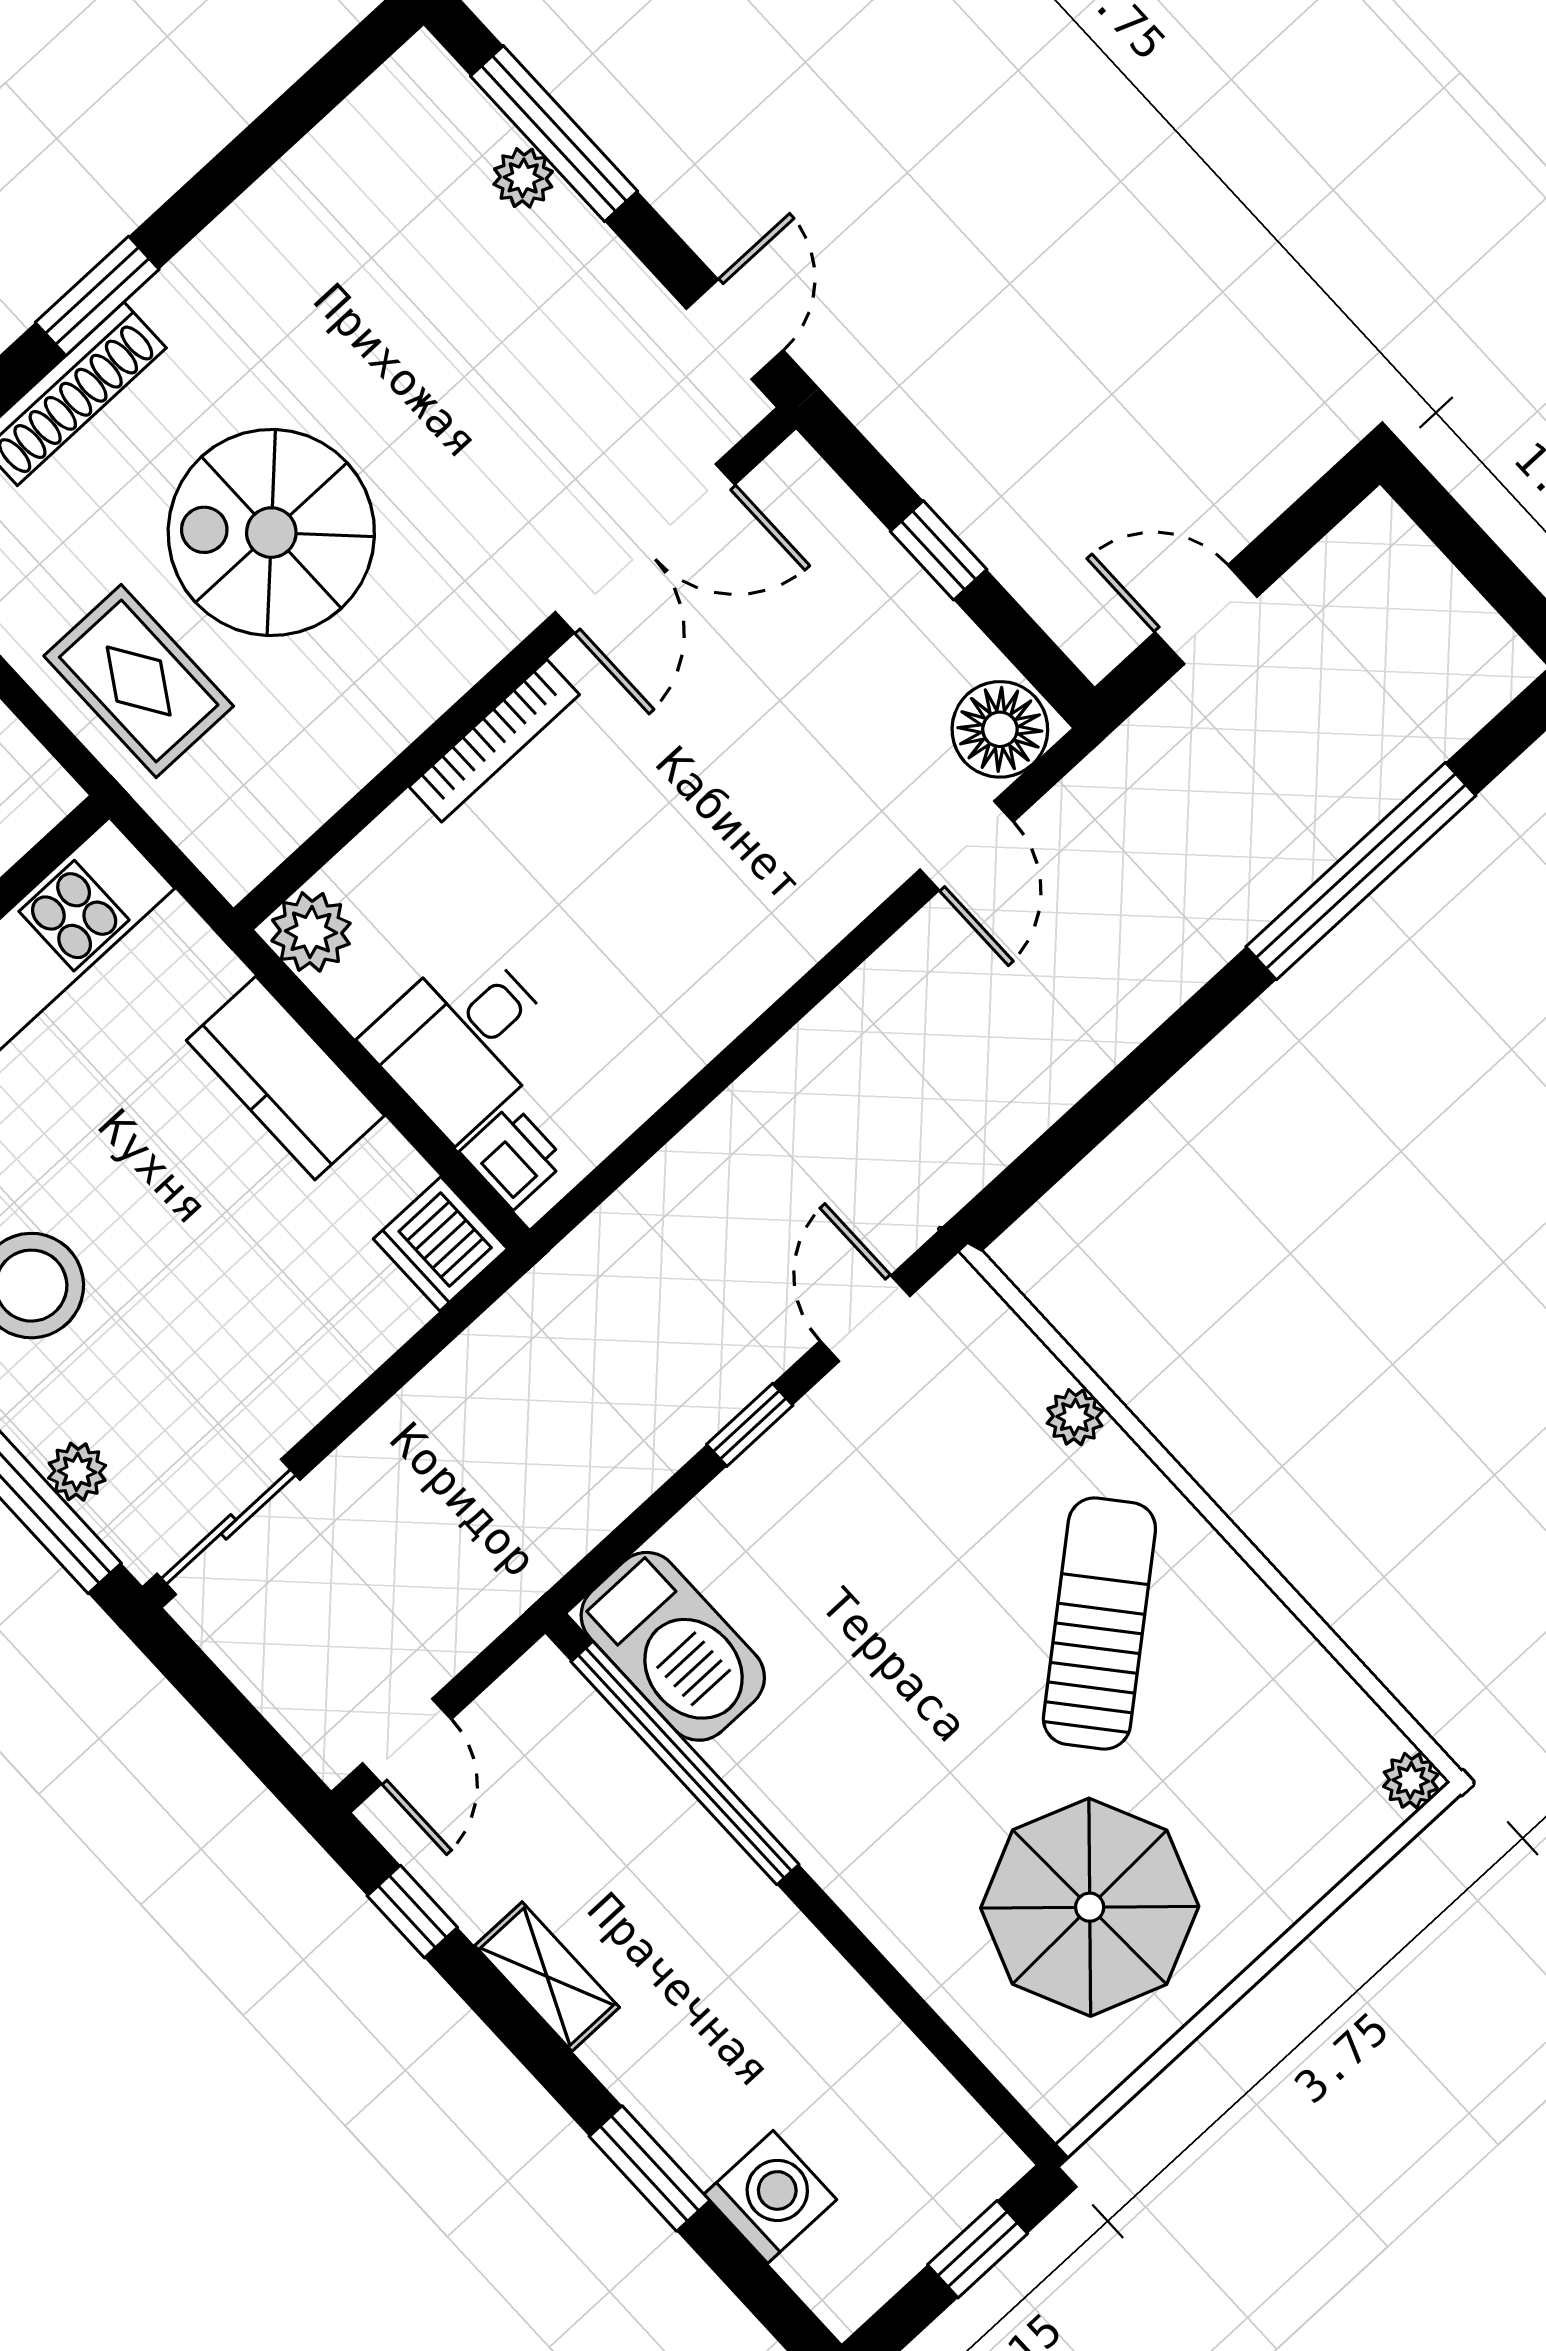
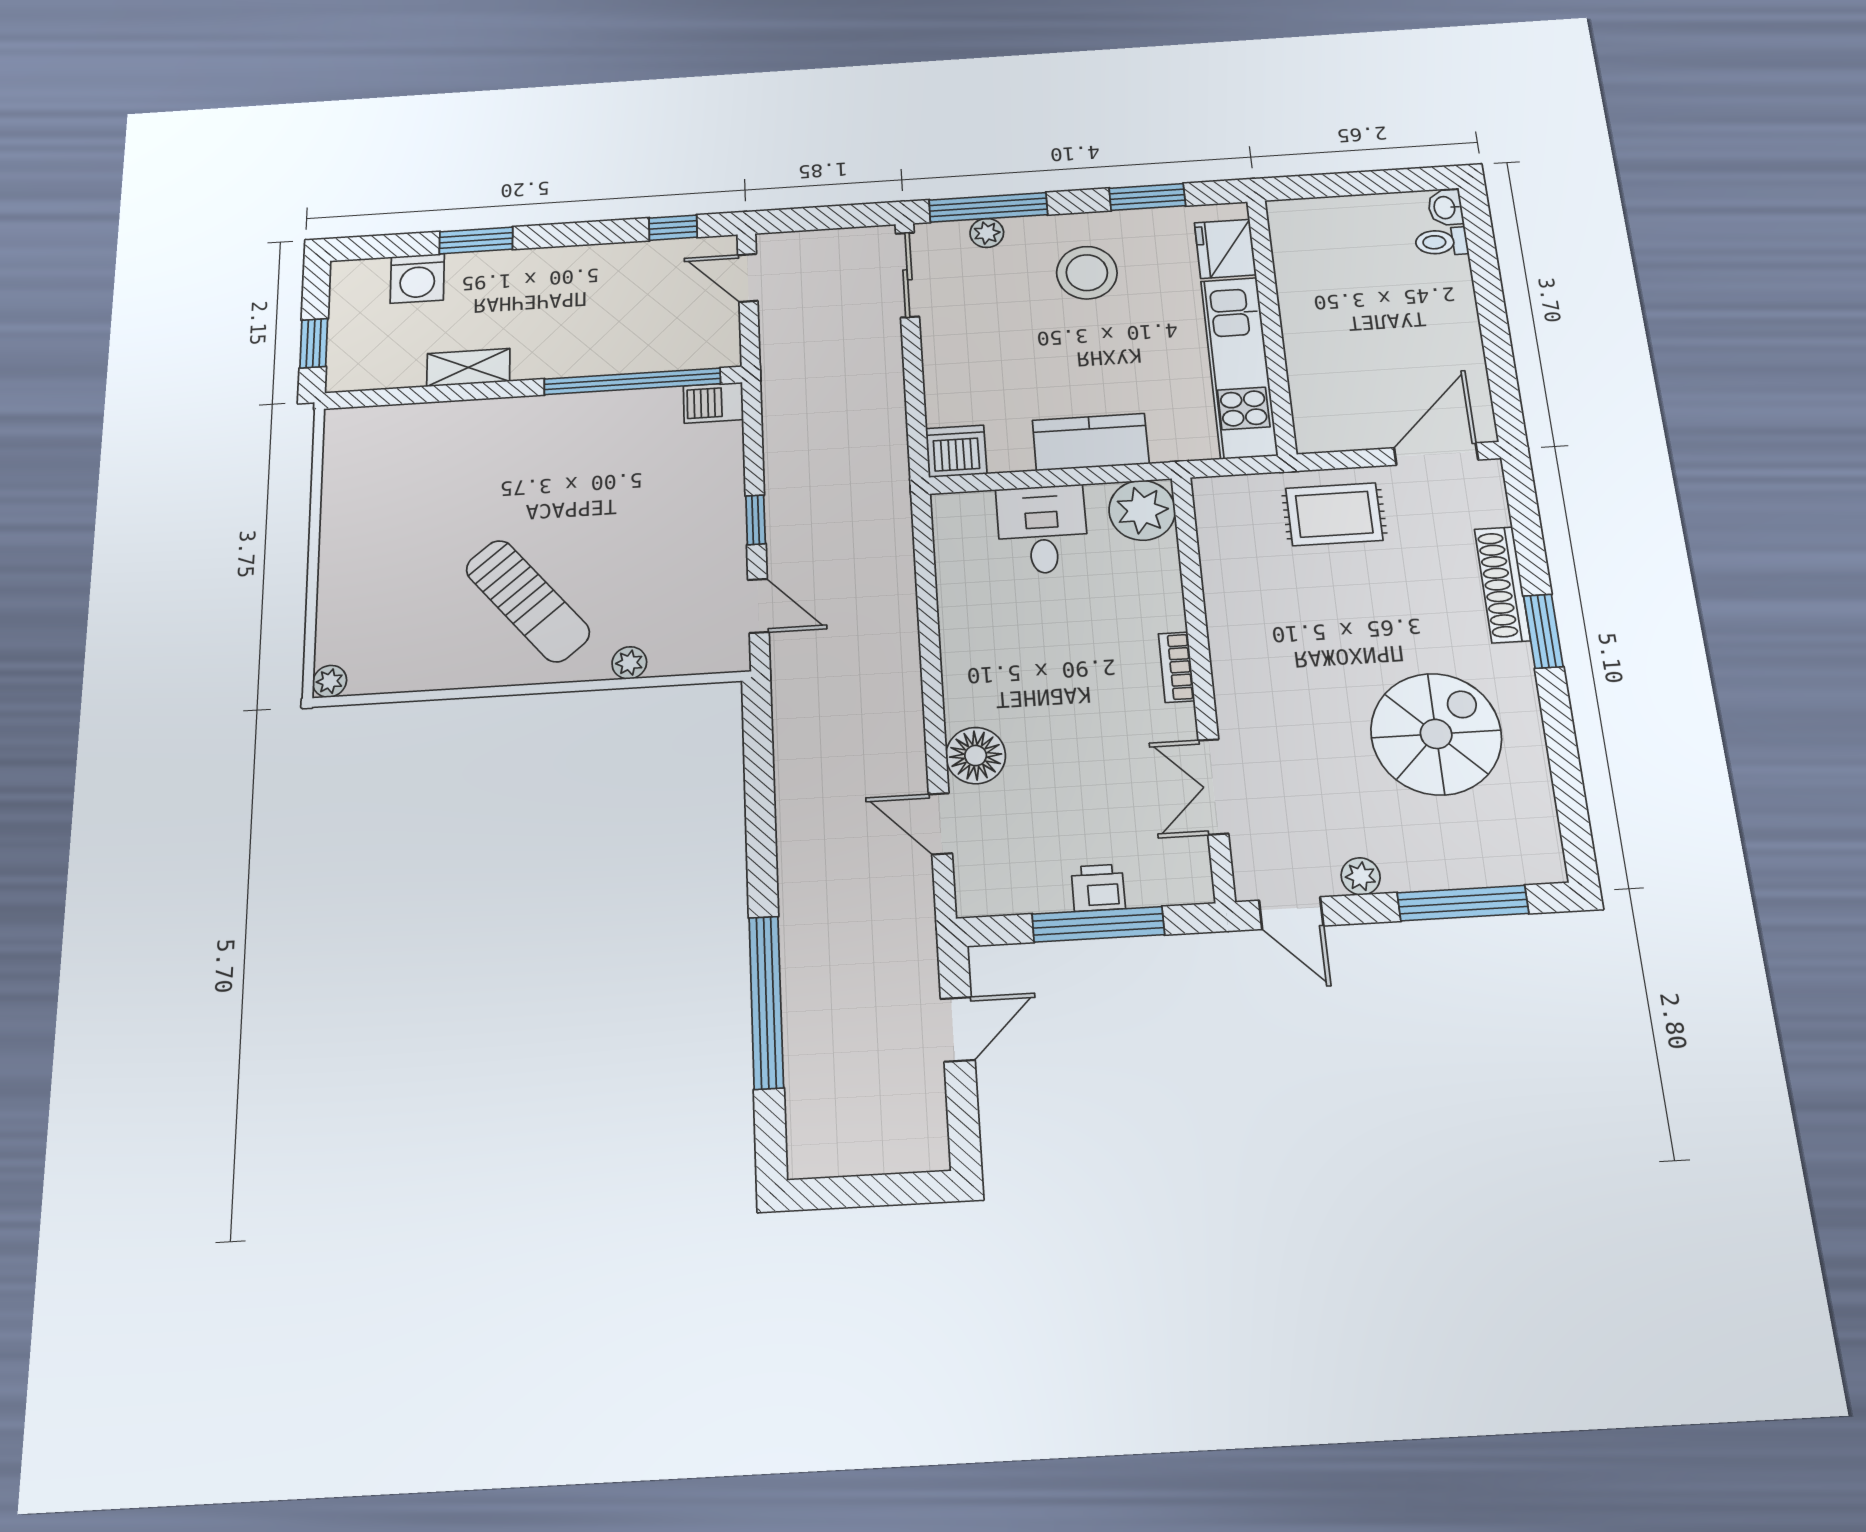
plant: (523, 178) -> (1361, 876), moved
spiral stairs: (271, 533) -> (1436, 734), moved
double door: (645, 548) -> (1213, 787), width x0.73
window: (939, 550) -> (1098, 924), width x2.17
floor lamp: (1000, 729) -> (976, 756), moved
bookcase: (494, 741) -> (1177, 667), width x0.64
plant: (311, 932) -> (1142, 510), width x1.36, depth x1.36
printer: (513, 1156) -> (1098, 888), moved, turned 180
barbecue: (673, 1646) -> (713, 403), width x0.53, depth x0.65
parasol: (1090, 1907) -> (410, 500), removed
shelving: (547, 1977) -> (468, 367), moved

